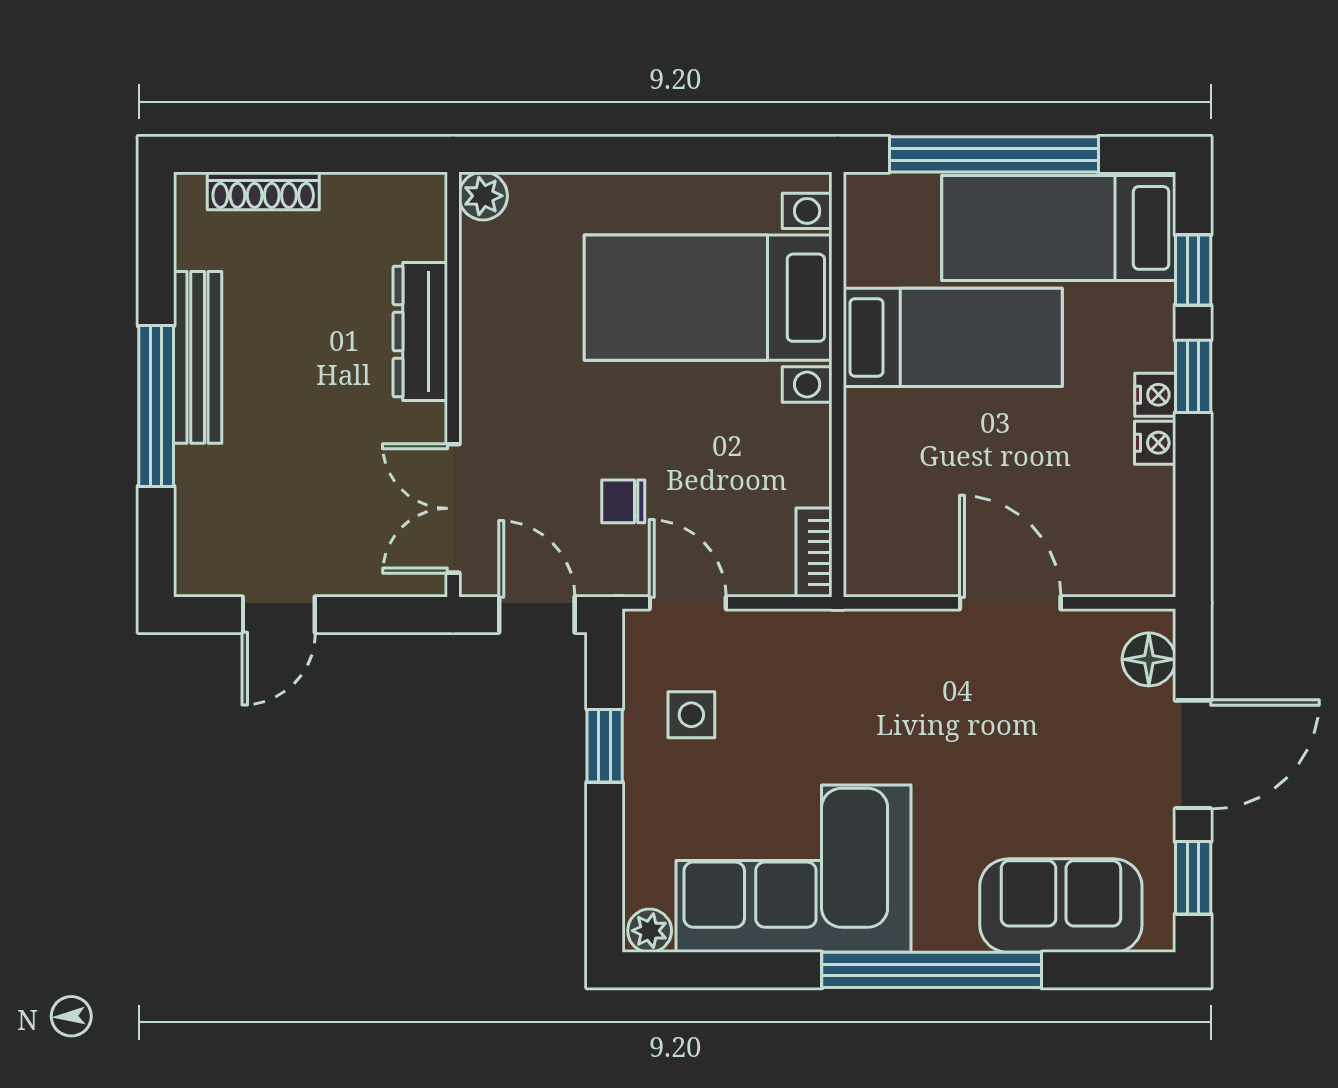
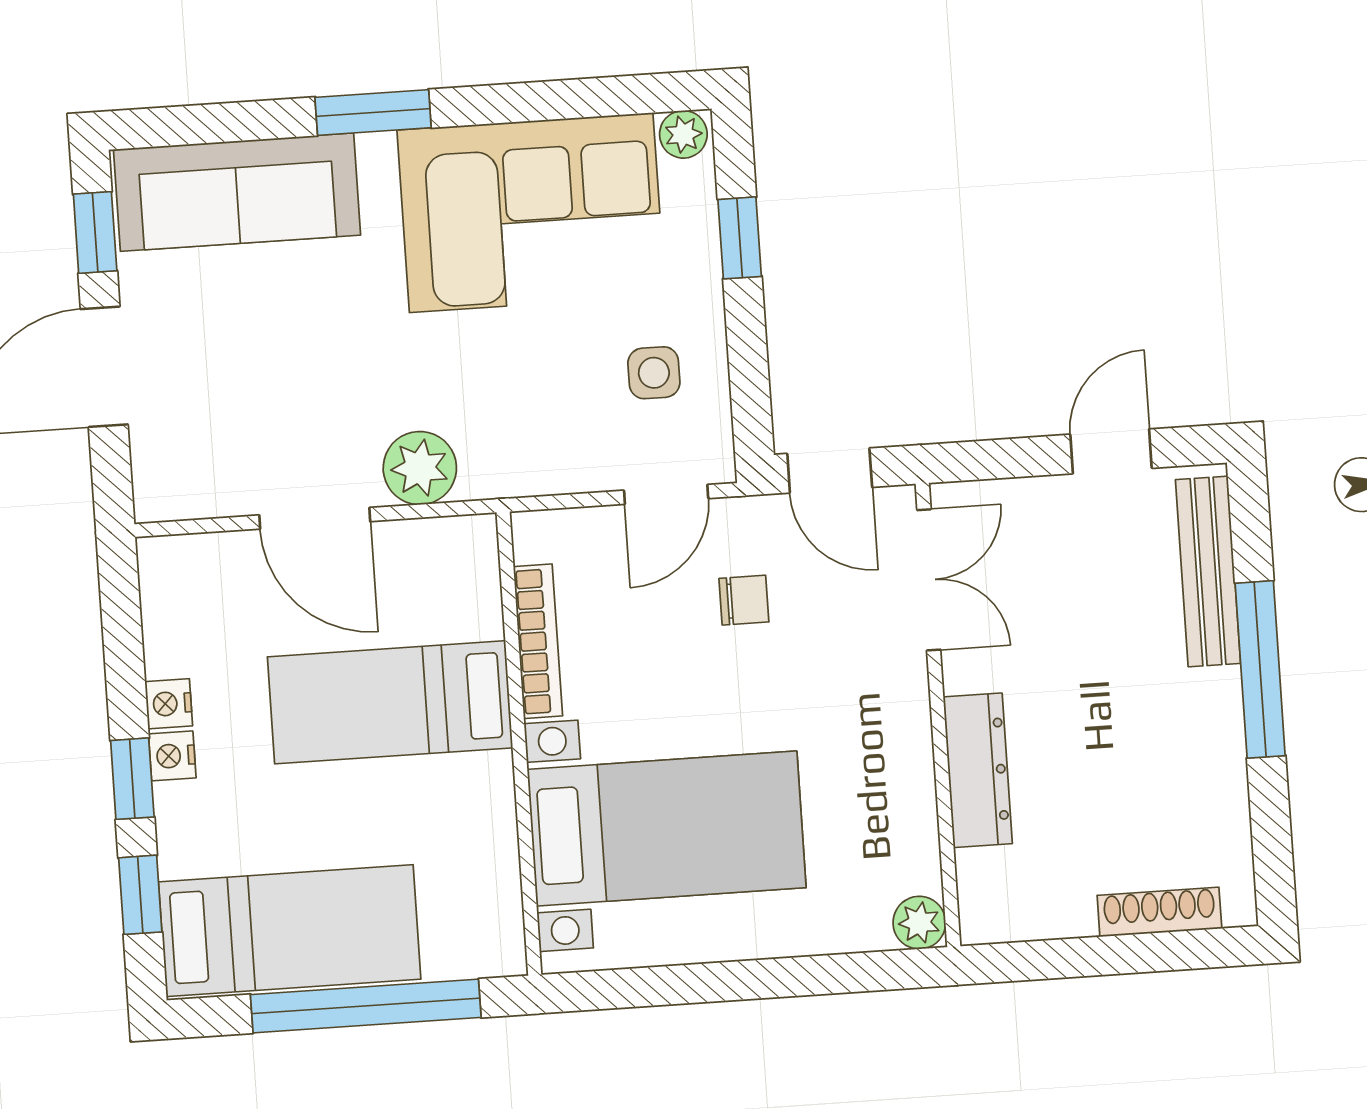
bed: (953, 337) -> (390, 702), moved
bench: (198, 357) -> (1208, 571), moved
bookcase: (814, 552) -> (538, 641), moved, width x1.56
door: (688, 603) -> (666, 494), hinge flipped
plant: (911, 642) -> (420, 468), added
floor lamp: (1149, 659) -> (159, 467), removed
window: (605, 746) -> (740, 238), moved
sofa: (1061, 906) -> (237, 192), width x1.36
window: (932, 970) -> (373, 113), width x0.47

